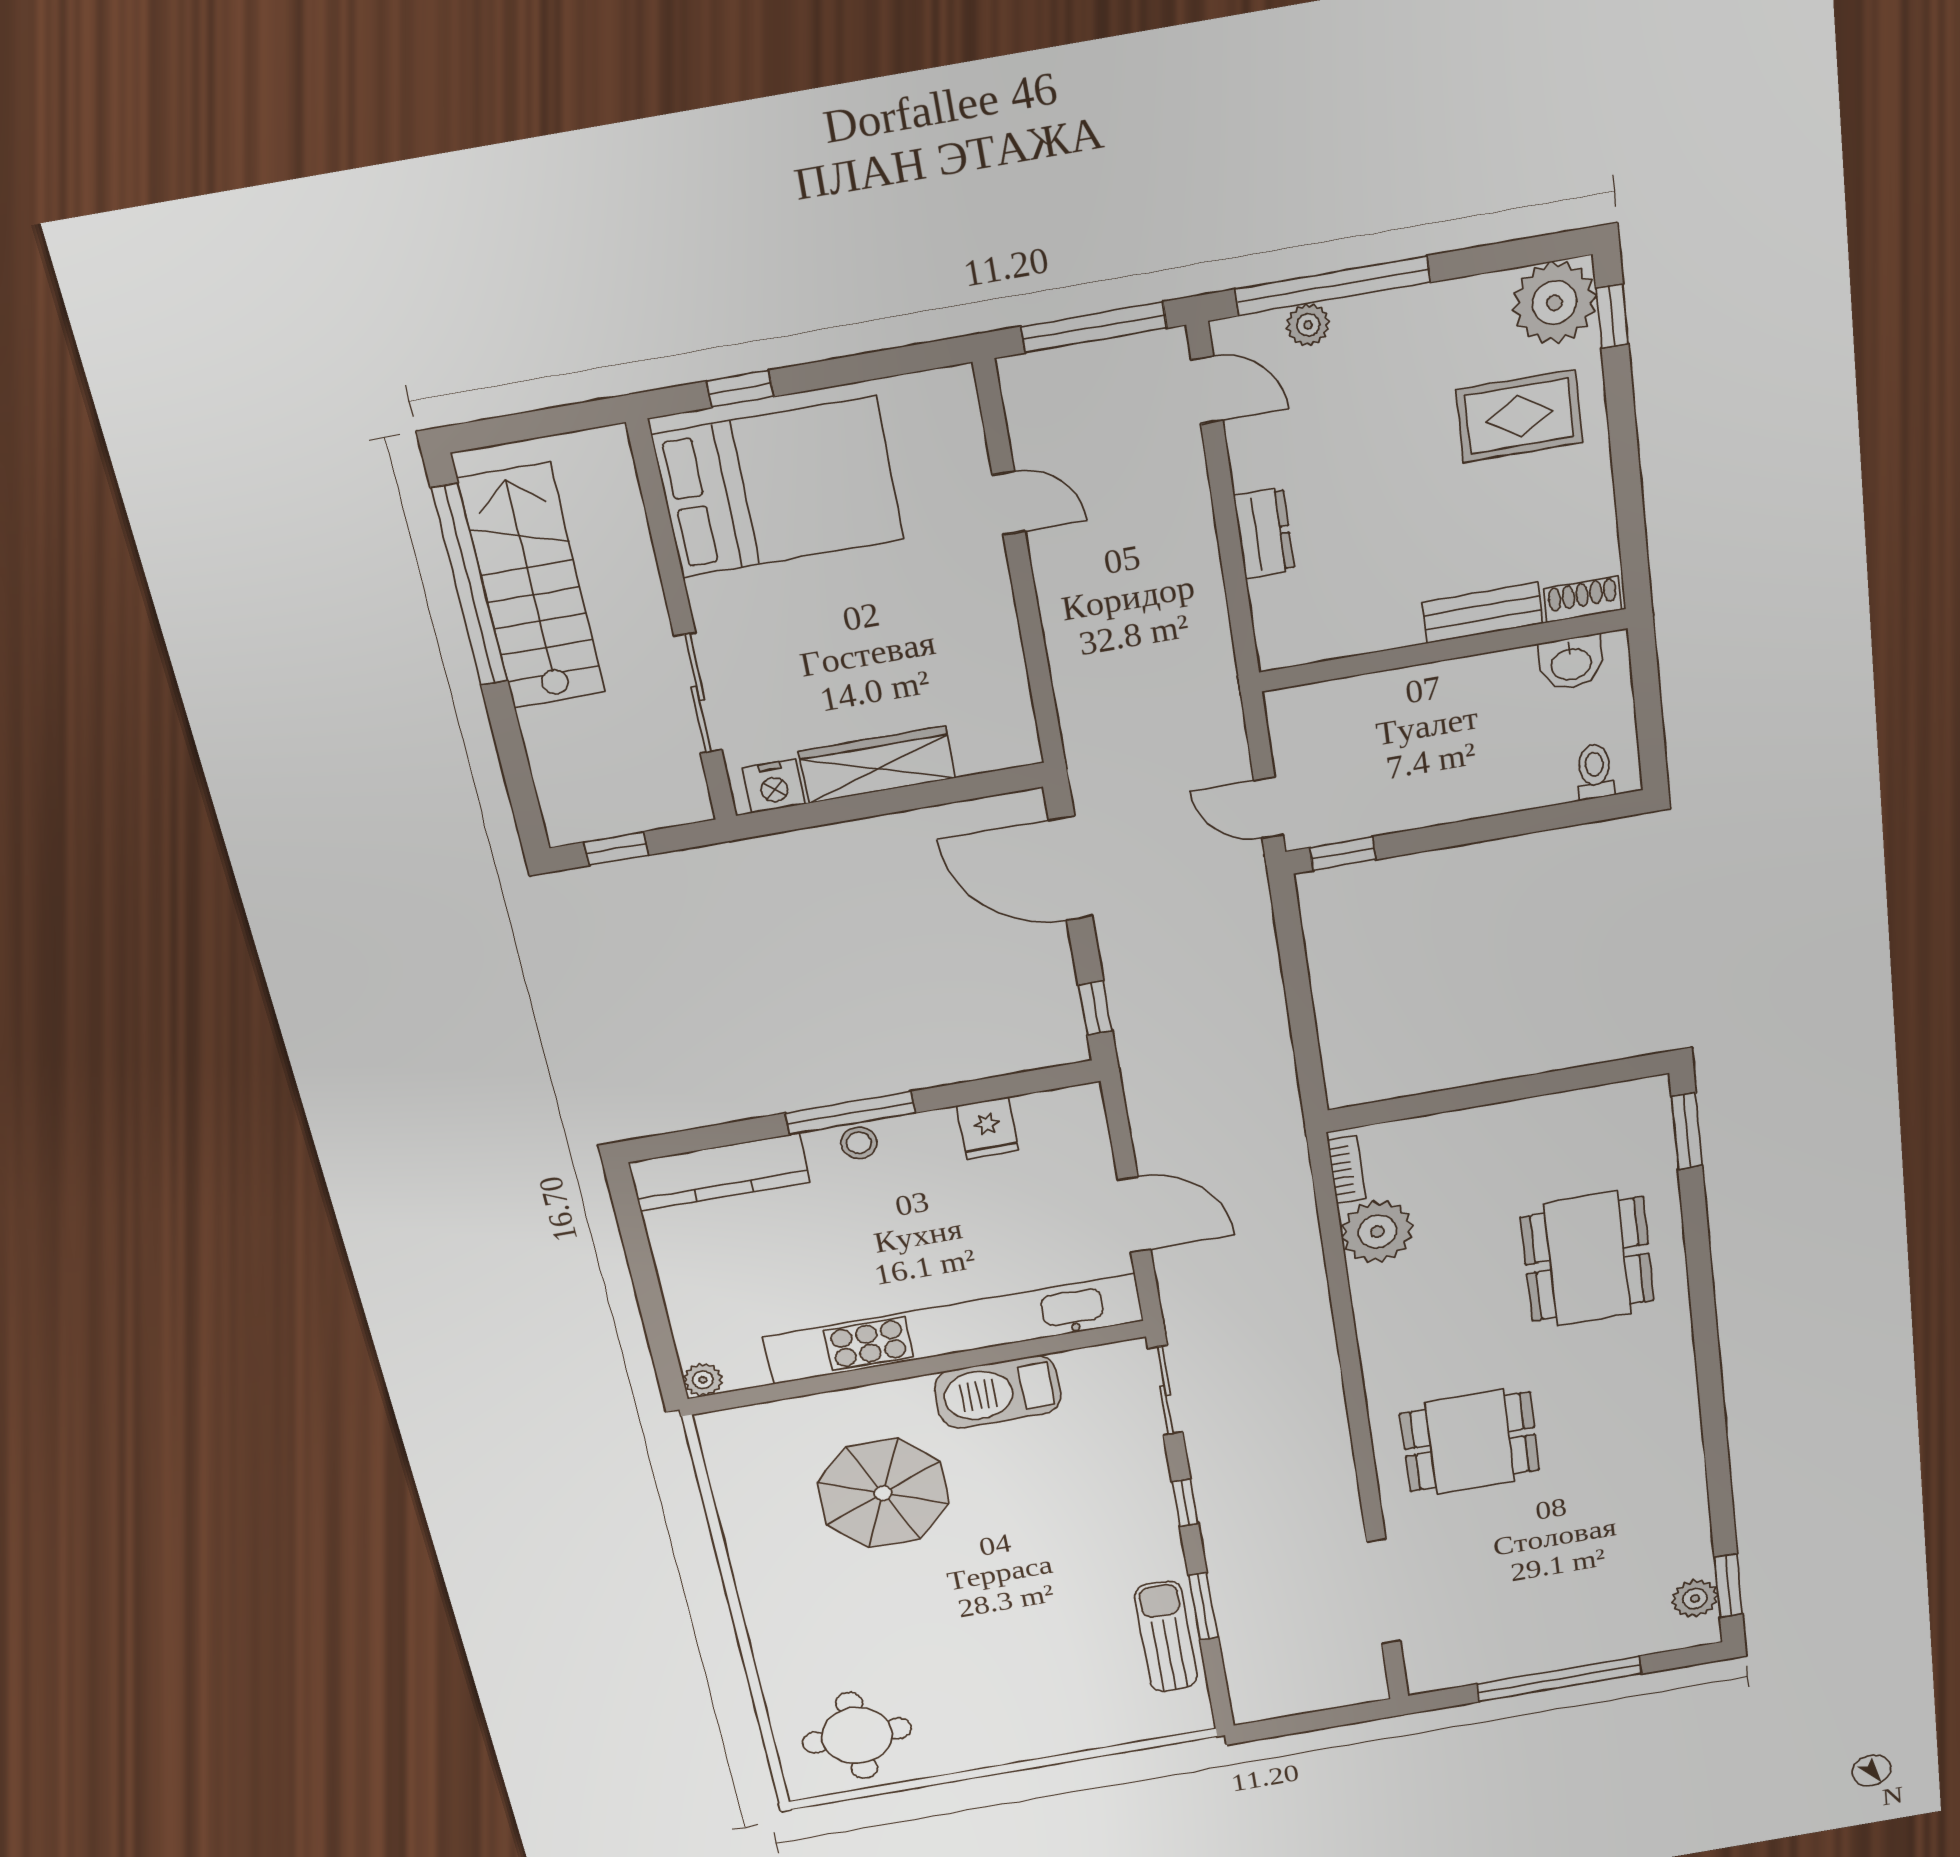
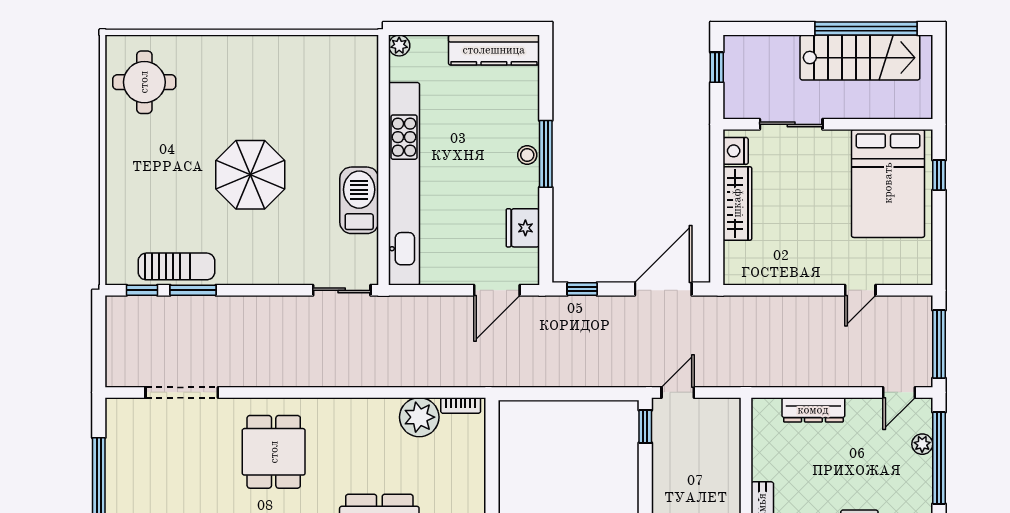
dresser: (1264, 533) -> (813, 410), width x1.44
fridge: (988, 1128) -> (523, 228), width x1.38
kitchen counter: (720, 1172) -> (494, 50), moved, turned -90
door: (1134, 1215) -> (497, 290), moved
parasol: (883, 1493) -> (250, 175), moved
window: (1185, 1503) -> (142, 290), moved

